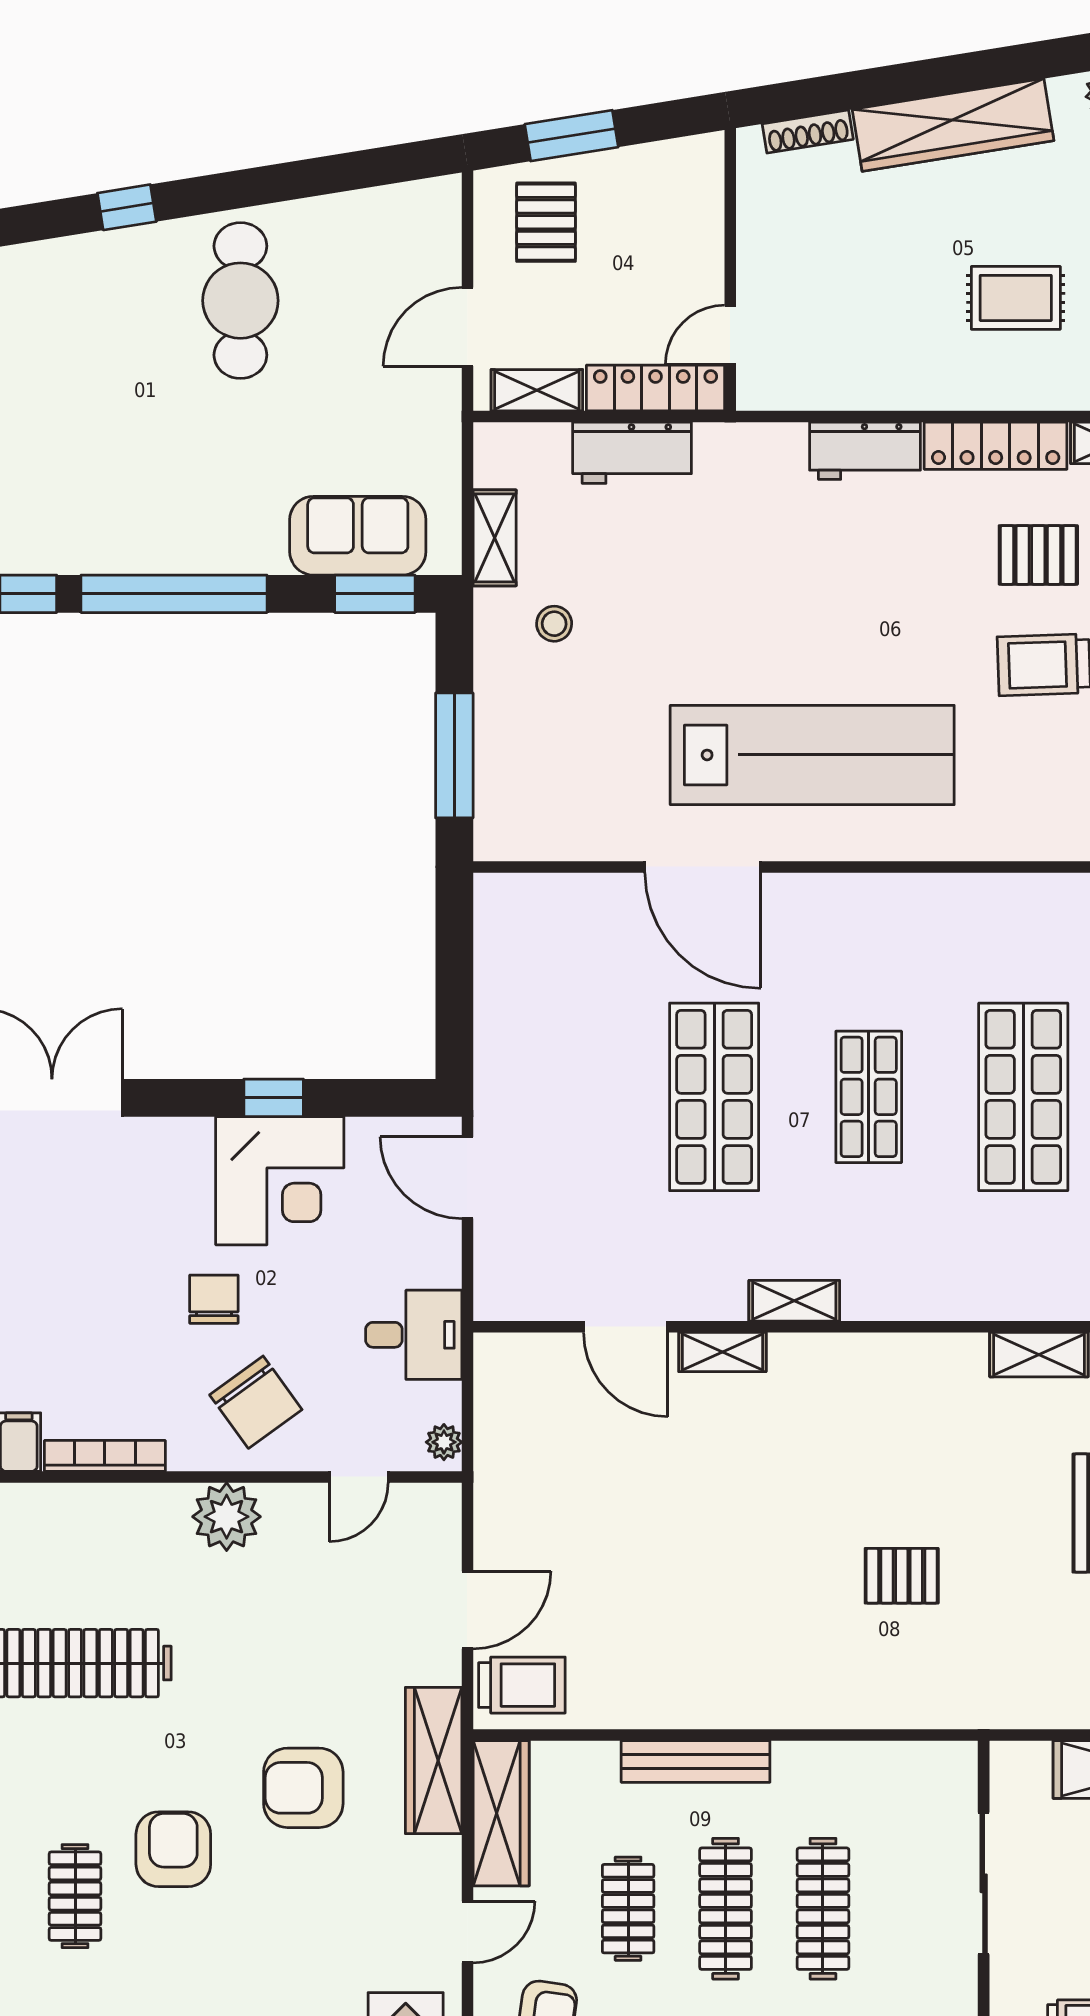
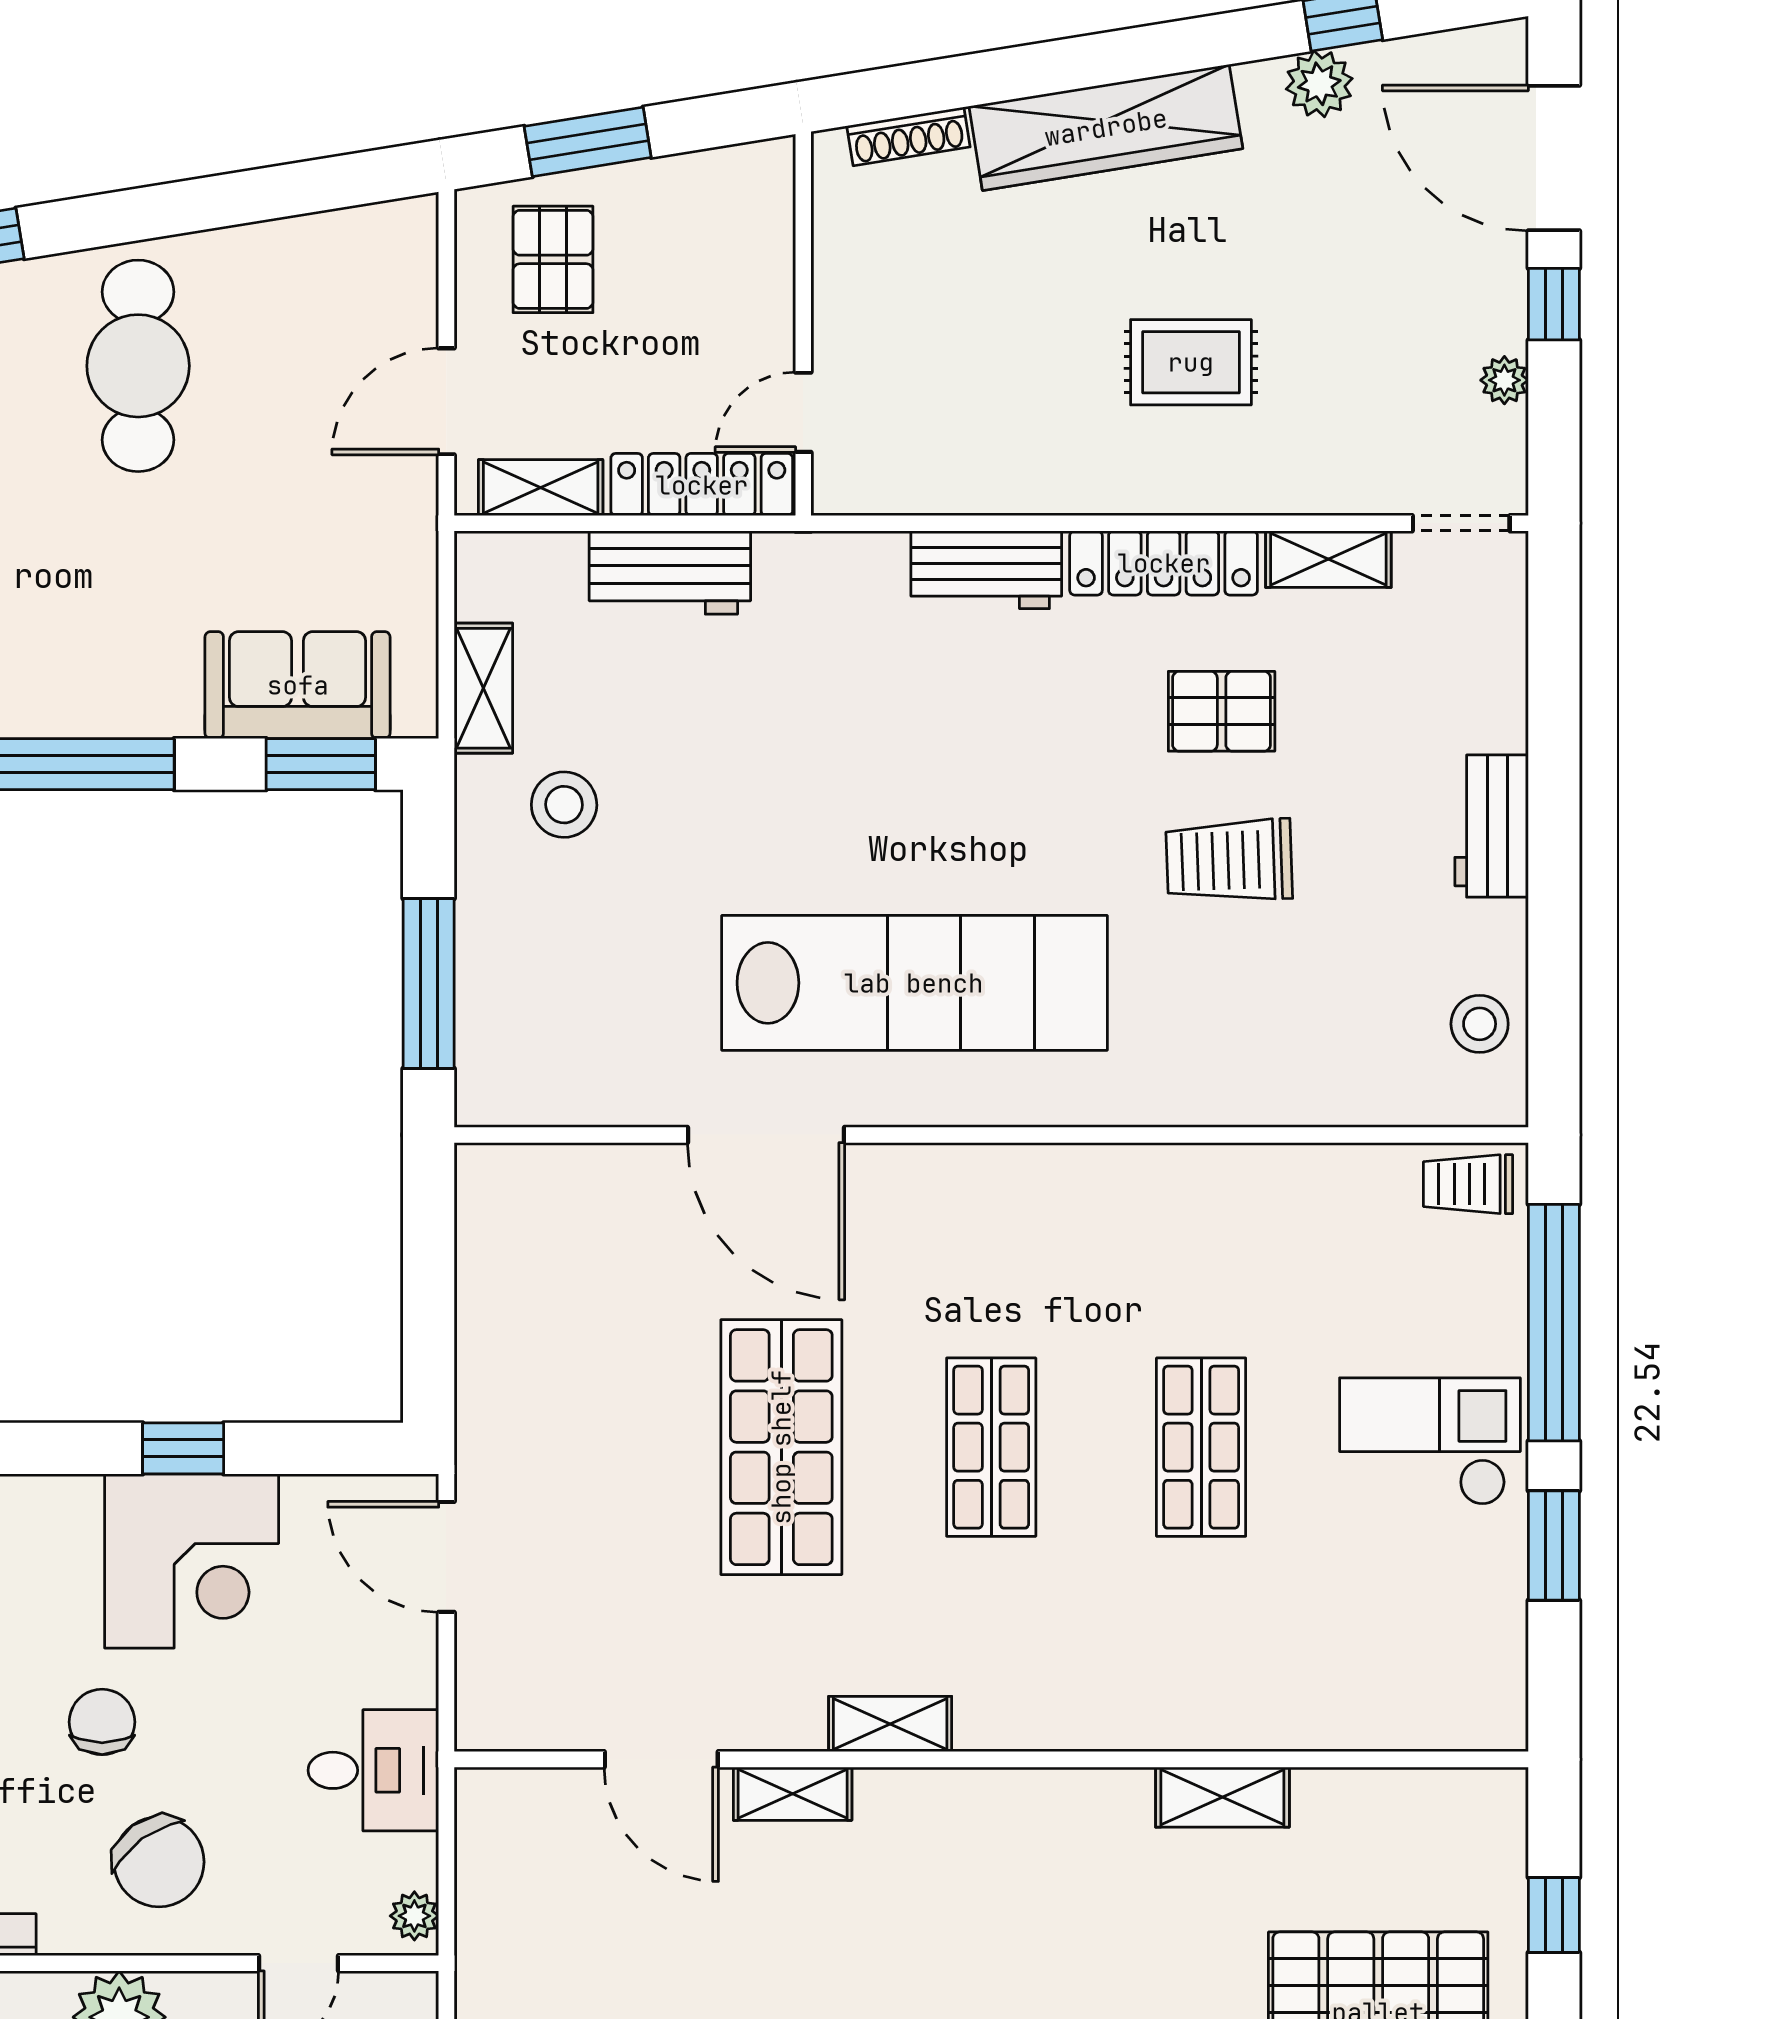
stool: (554, 624) -> (564, 805), width x1.37, depth x1.37
shop shelf: (1023, 1097) -> (1201, 1447), width x0.70, depth x0.74

